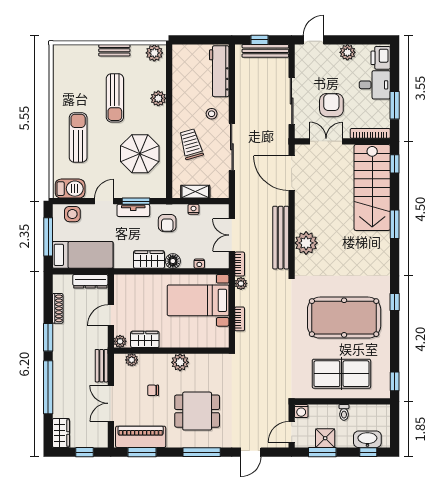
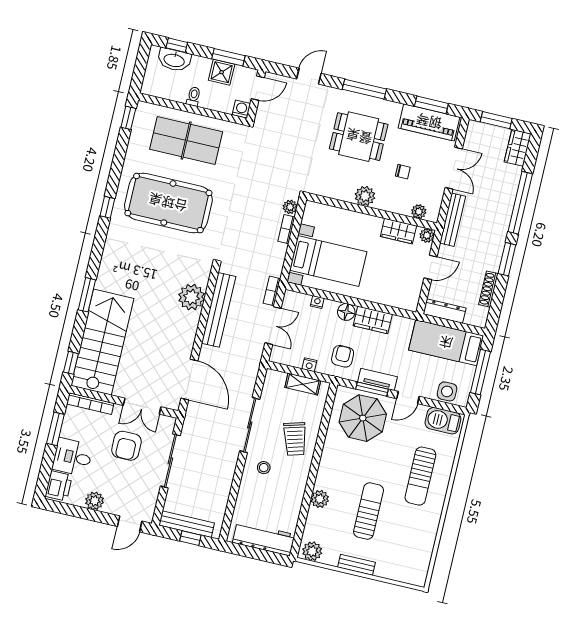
workbench: (219, 71) -> (264, 539), moved, turned -90
parasol: (140, 154) -> (363, 418), moved
plant: (241, 284) -> (290, 207), moved
bench: (102, 366) -> (453, 220), width x1.36
window: (85, 452) -> (496, 120), width x1.50

